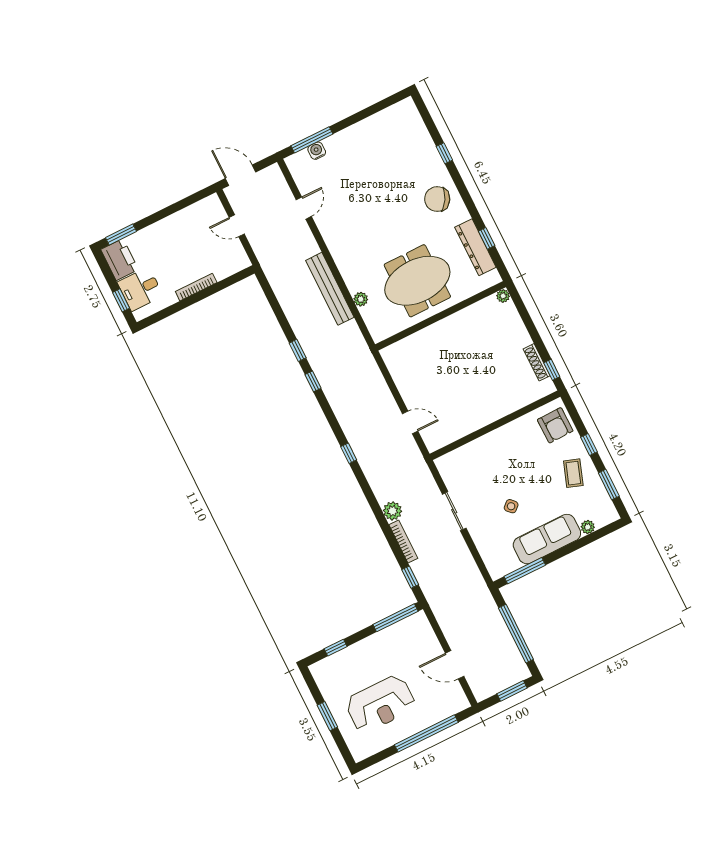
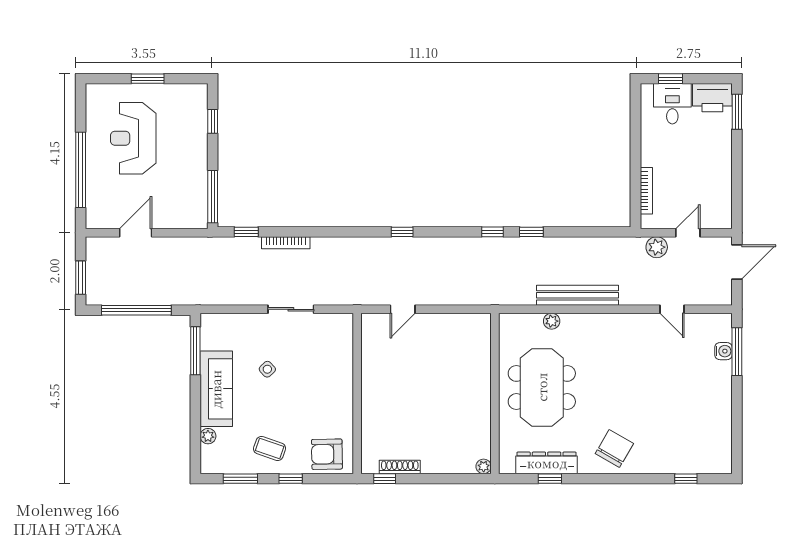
window: (444, 153) -> (686, 479), moved
bookcase: (196, 287) -> (646, 191), moved
plant: (393, 511) -> (657, 247), moved

